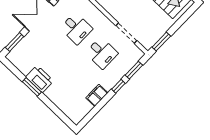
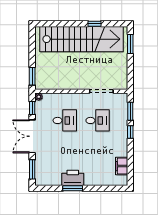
window: (161, 42) -> (130, 44), moved
filing cabinet: (97, 95) -> (122, 166), moved

